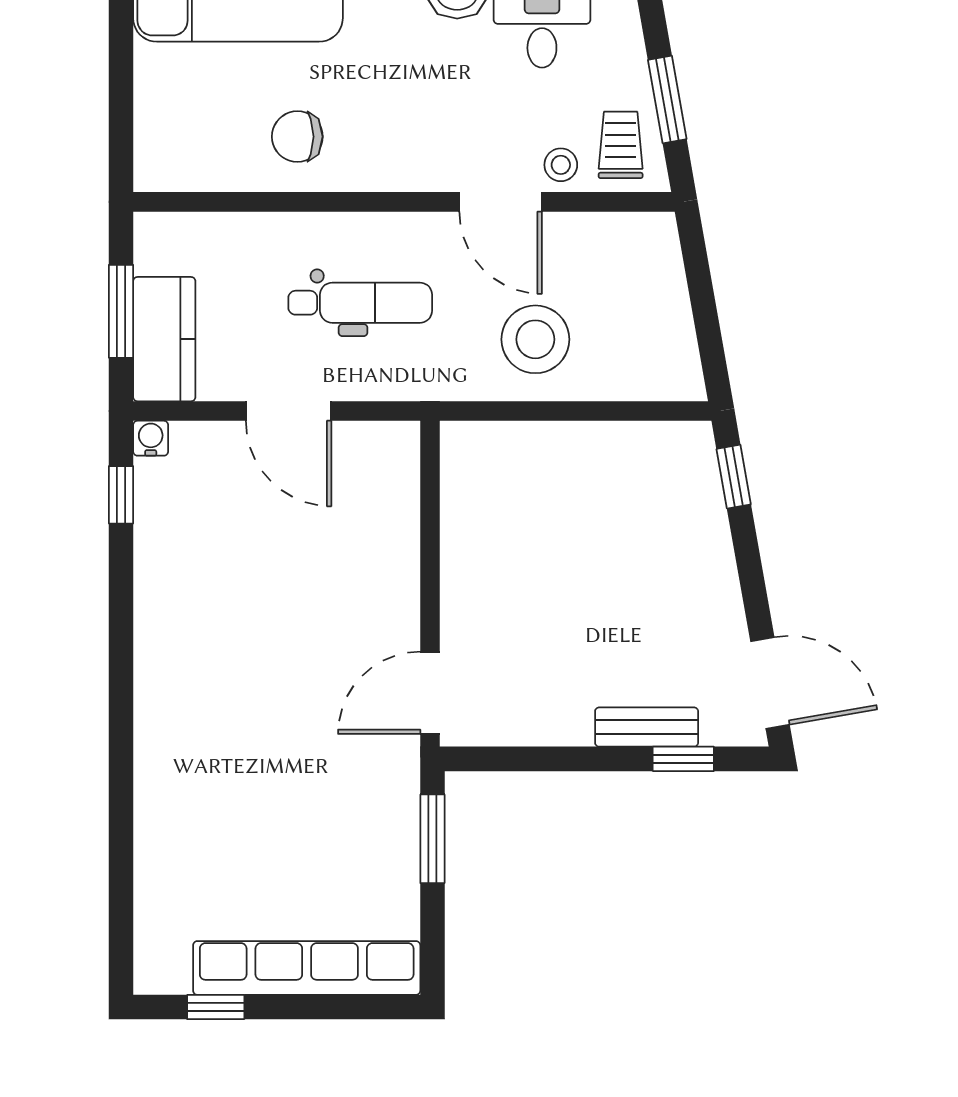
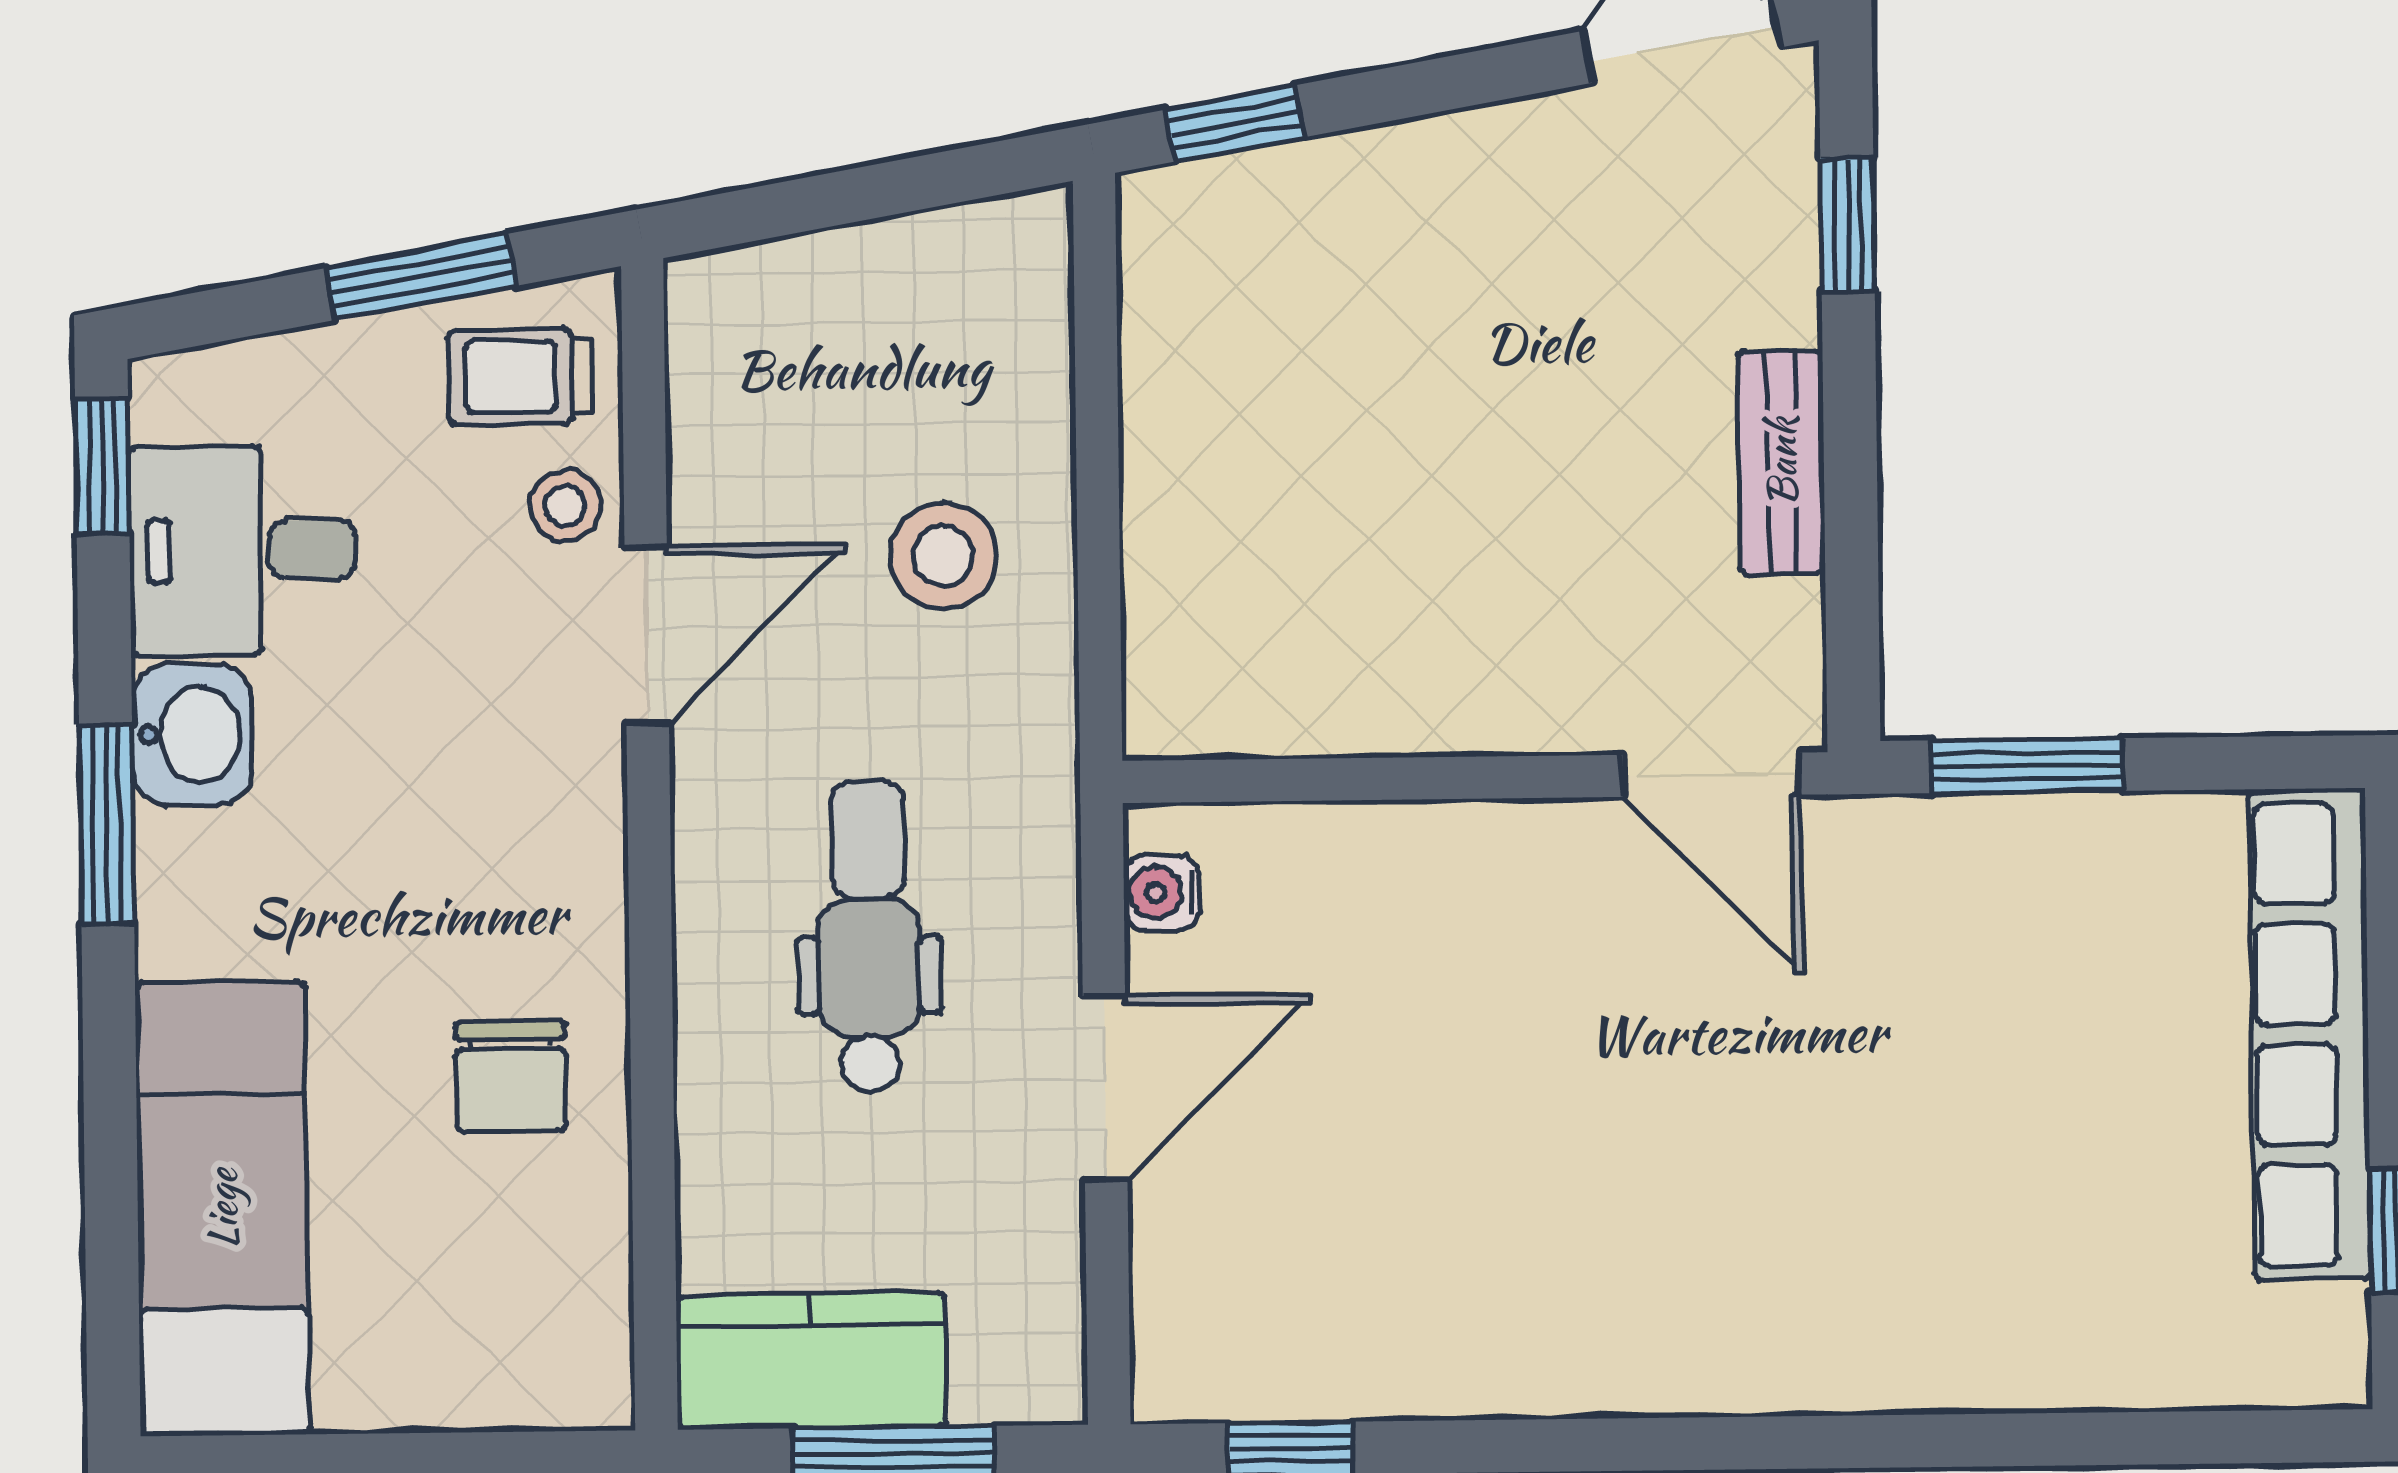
kitchen counter: (164, 339) -> (811, 1361), moved
stool: (535, 339) -> (943, 556), width x0.73, depth x0.73
water cooler: (151, 438) -> (1162, 893), moved
bench: (647, 727) -> (1781, 462), moved

